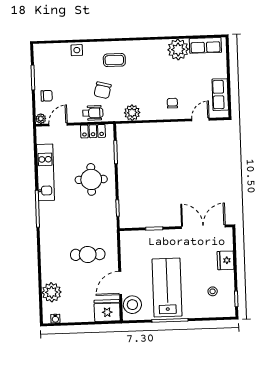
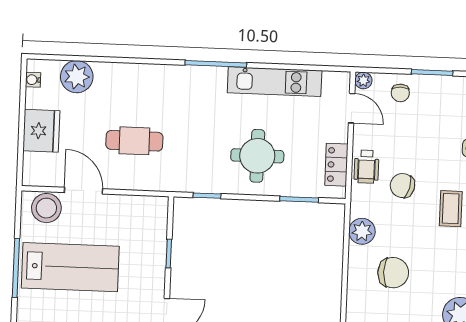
chair: (172, 103) -> (393, 273), moved, width x1.87, depth x1.87
cafe table: (88, 254) -> (134, 141), turned 90
fridge: (107, 310) -> (41, 131), moved

